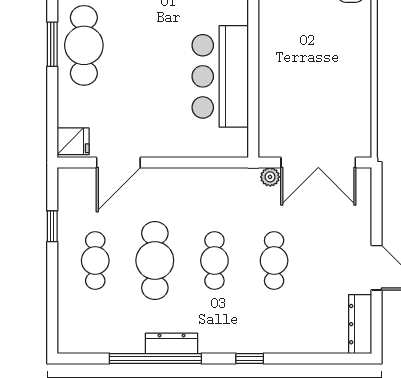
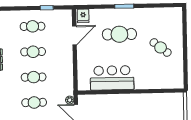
cafe table: (84, 45) -> (119, 34), moved
door: (118, 163) -> (74, 35), swing flipped
cafe table: (155, 261) -> (33, 52), width x0.73, depth x0.74

